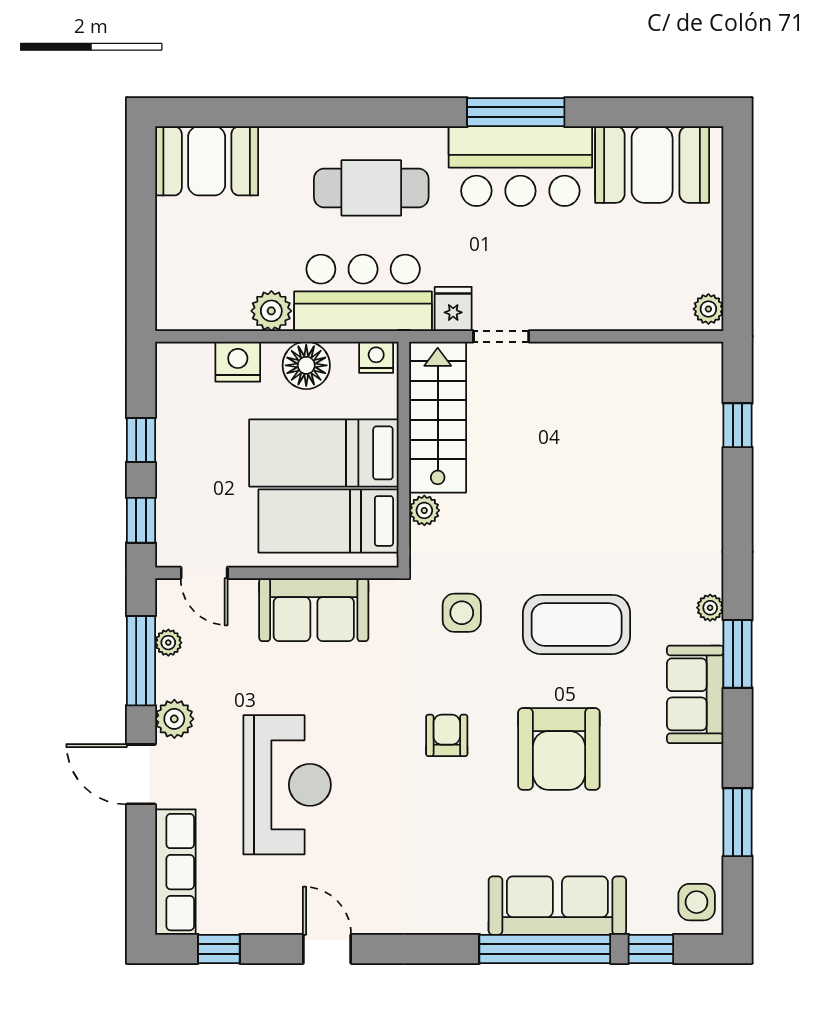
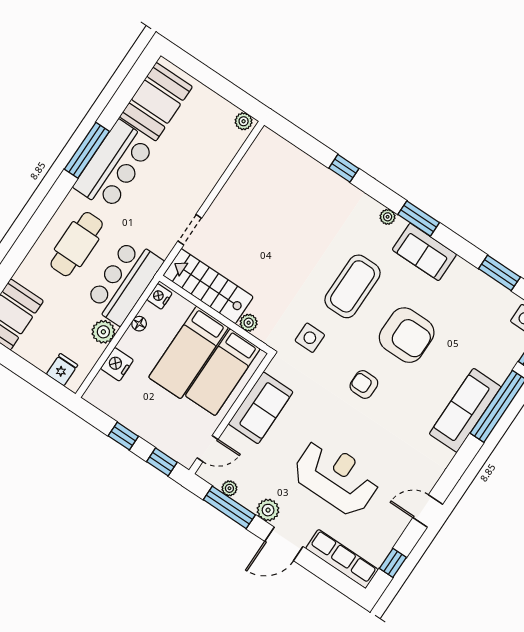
fridge: (453, 309) -> (62, 370), moved, turned 90
floor lamp: (306, 365) -> (139, 324), width x0.53, depth x0.53
window: (738, 425) -> (344, 168), moved
sofa: (557, 906) -> (465, 410), moved

